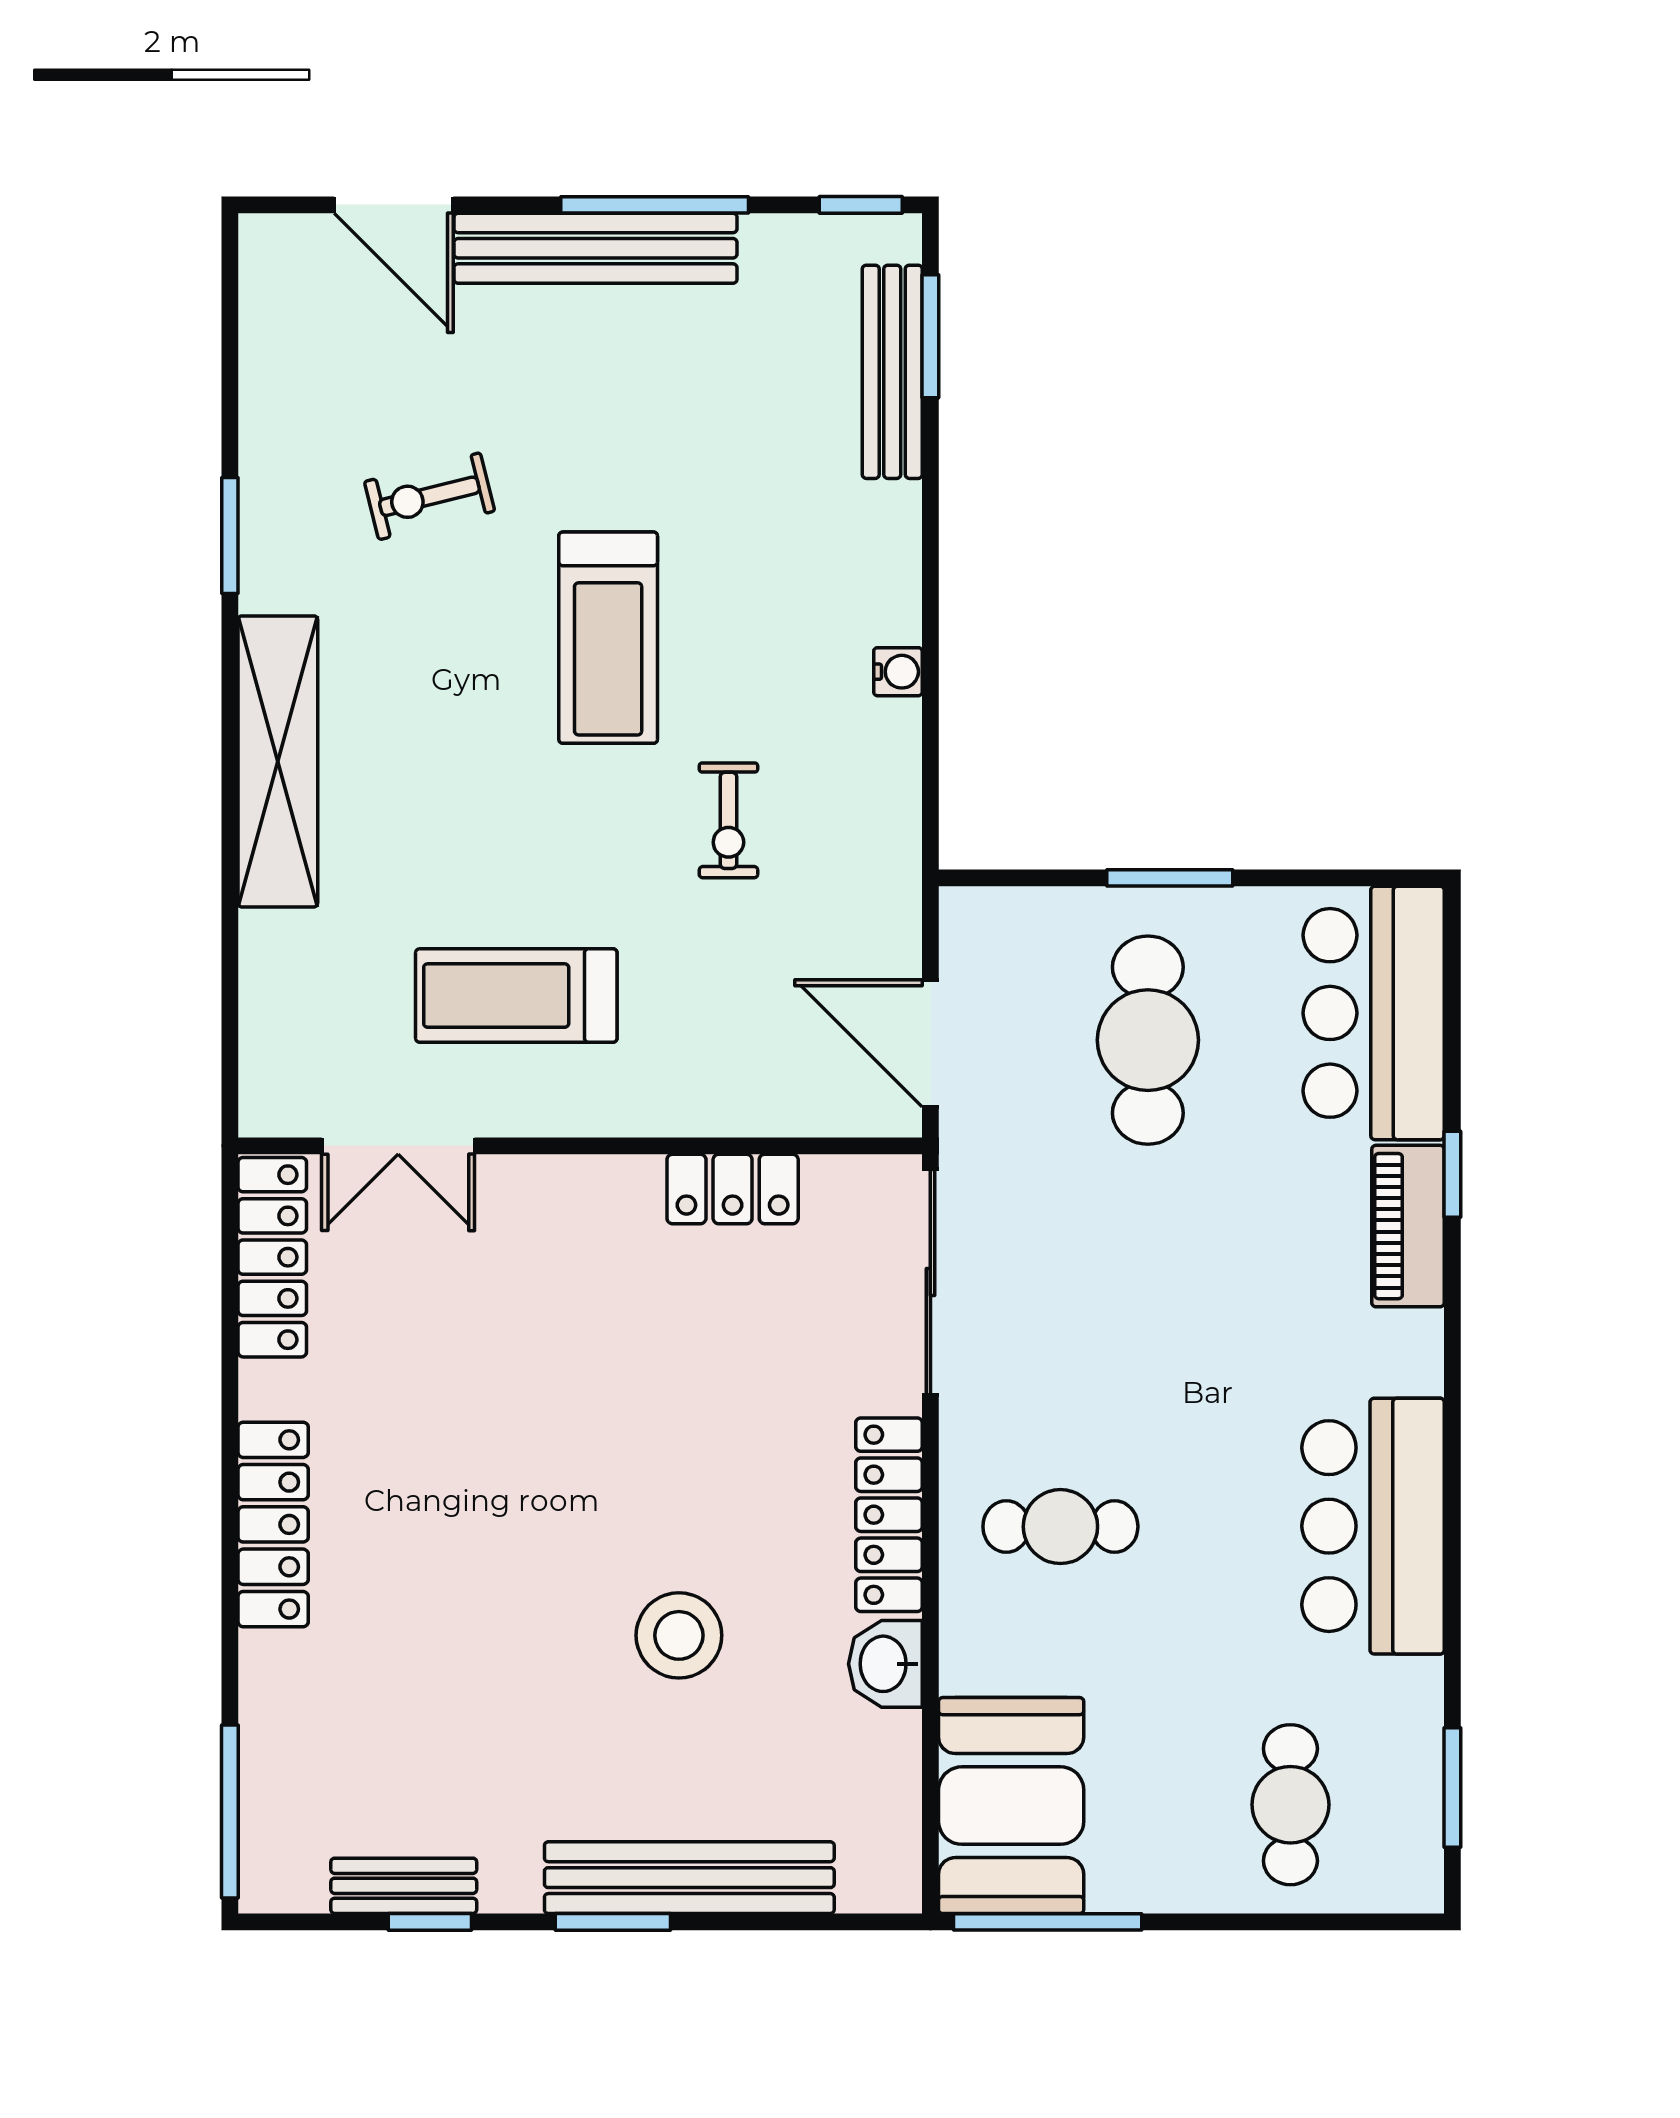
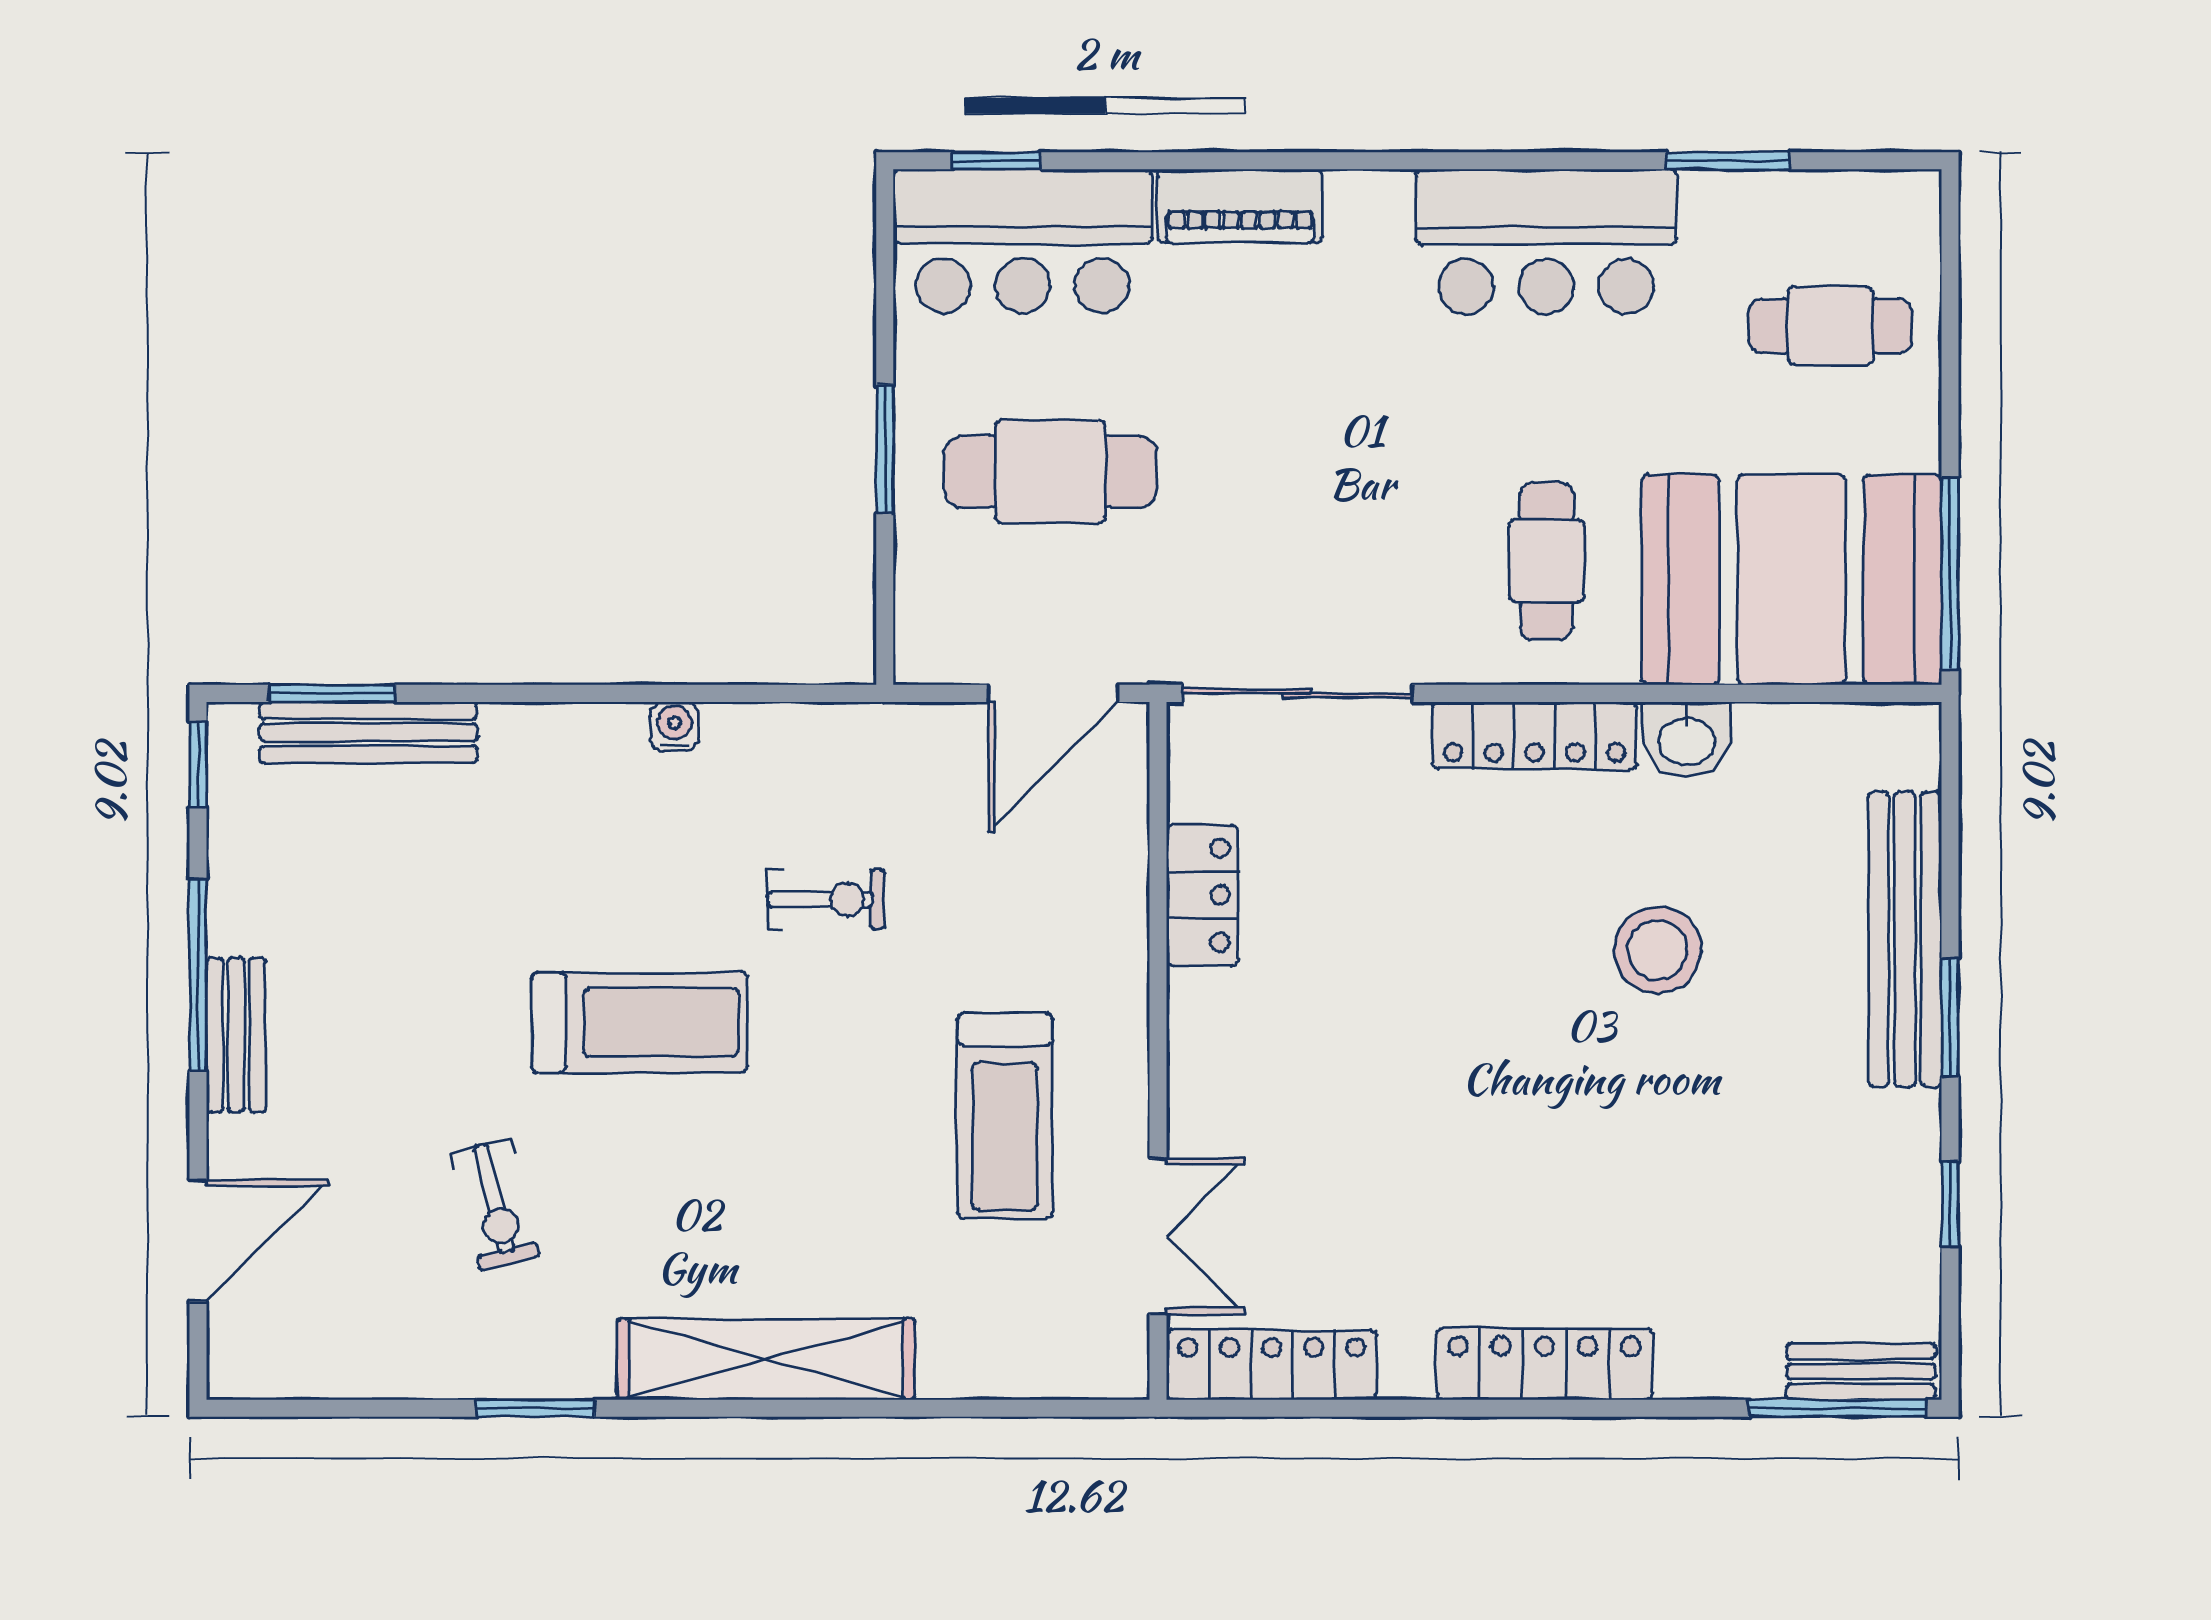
bench: (596, 248) -> (236, 1035), width x0.54, depth x0.82
window: (1452, 1174) -> (997, 161), moved
window: (1452, 1788) -> (1728, 161), moved
booth: (1011, 1806) -> (1791, 580), width x1.36, depth x1.42
bench: (404, 1886) -> (1861, 1371), moved, turned 90

